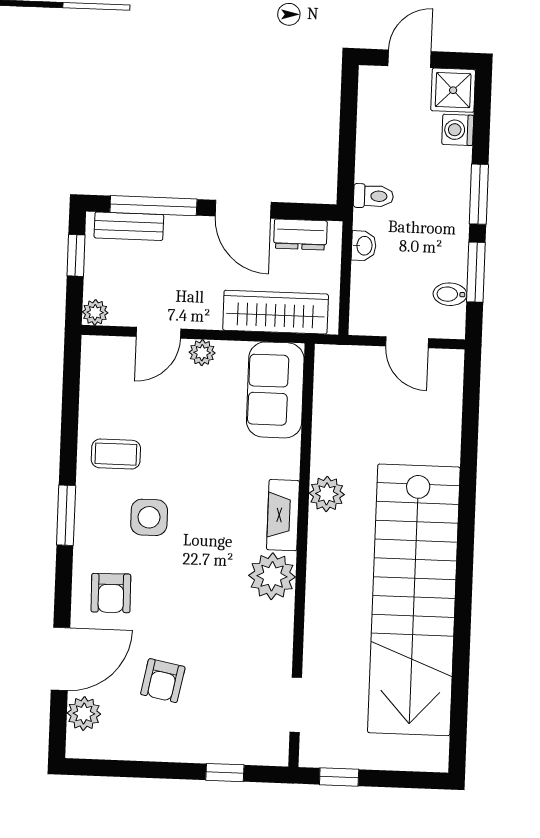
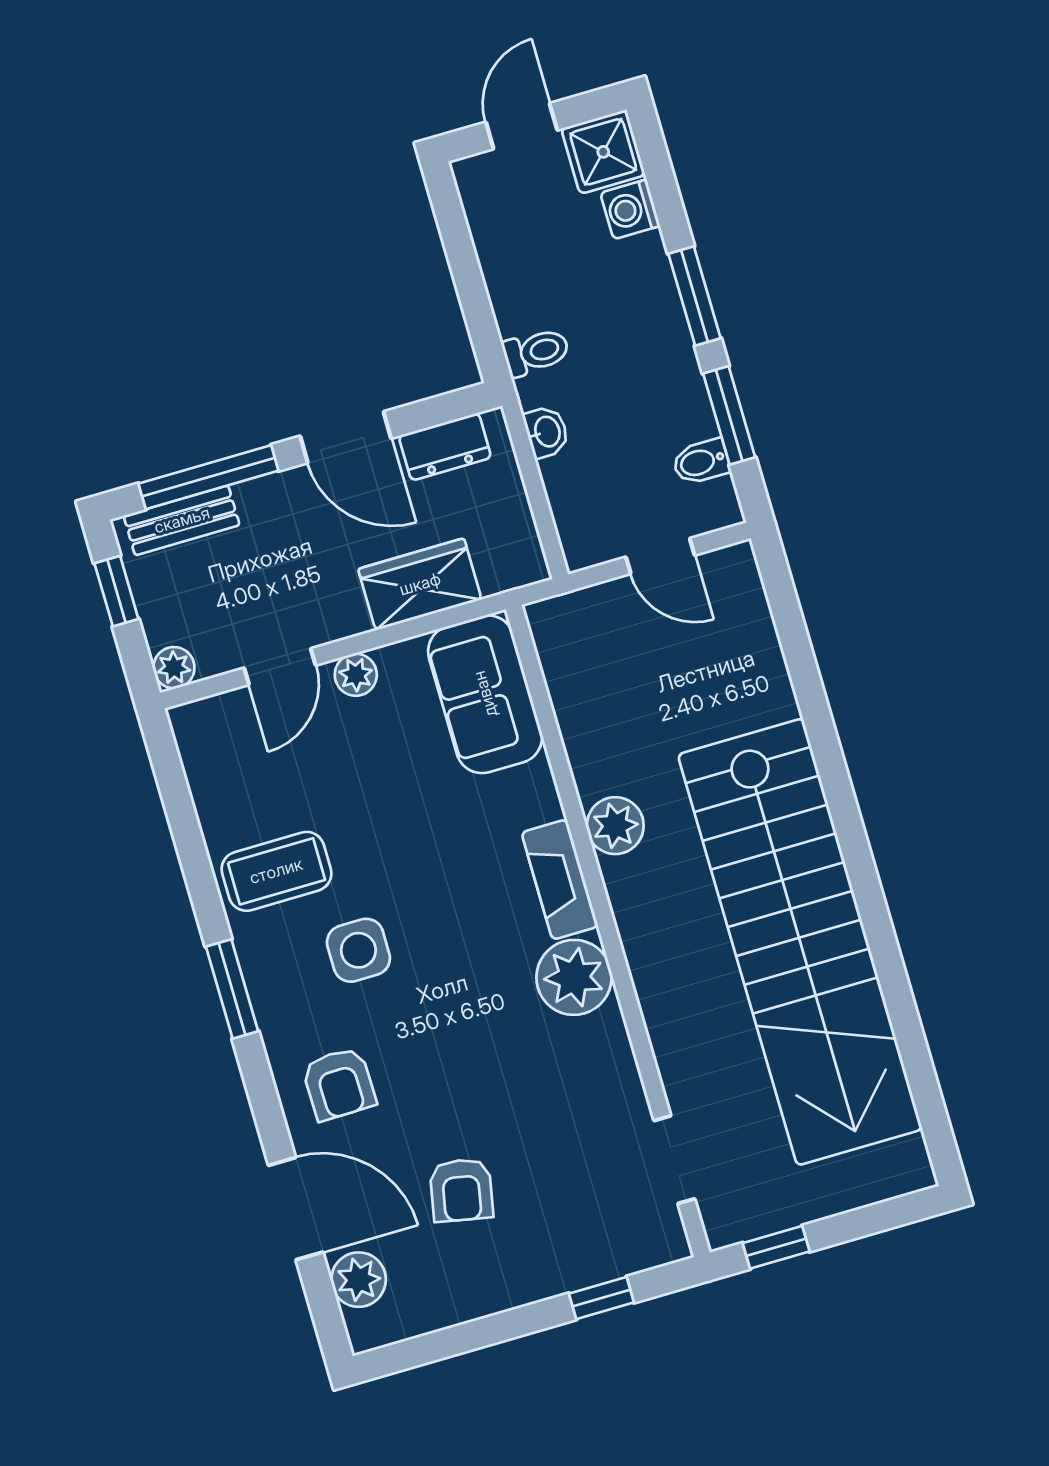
wardrobe: (276, 312) -> (420, 584), width x0.67
coffee table: (116, 454) -> (276, 871), width x1.36, depth x1.30
door: (61, 659) -> (296, 1209), hinge flipped

